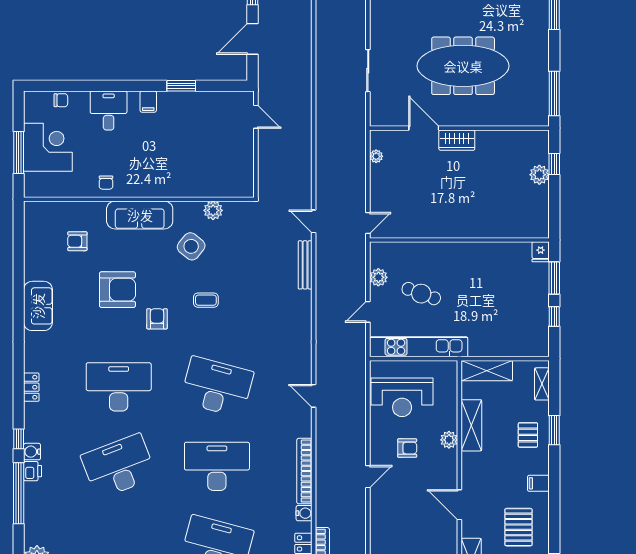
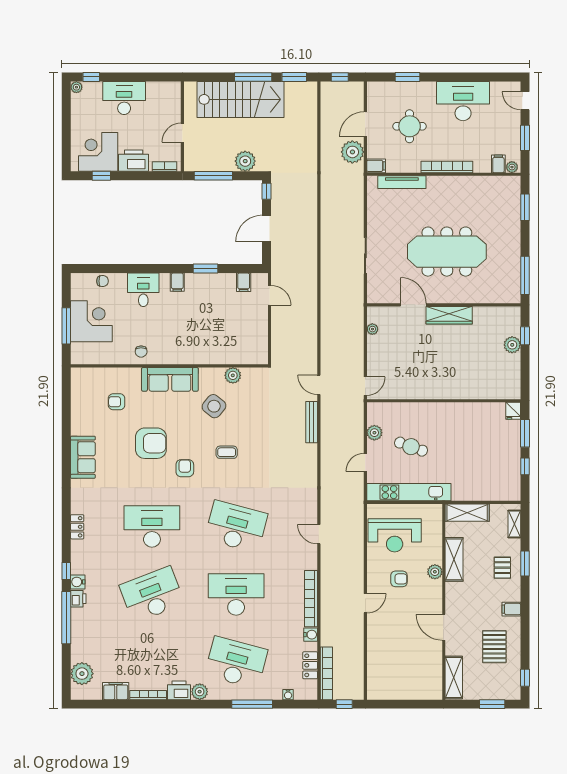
filing cabinet: (226, 102) -> (244, 282), added
wardrobe: (457, 140) -> (449, 315), width x1.50

